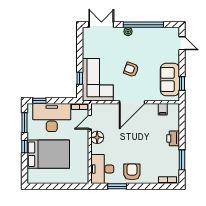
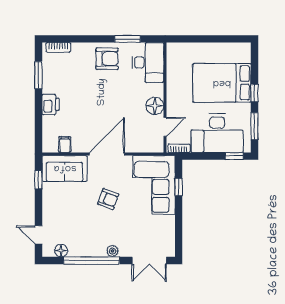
floor lamp: (166, 32) -> (61, 251), added
sofa: (170, 80) -> (65, 168), moved, turned 90
armchair: (132, 172) -> (107, 59), turned -90

